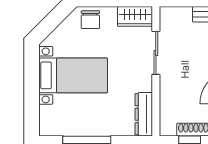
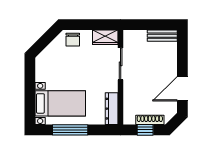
bed with nightstands: (73, 75) -> (60, 103), moved

